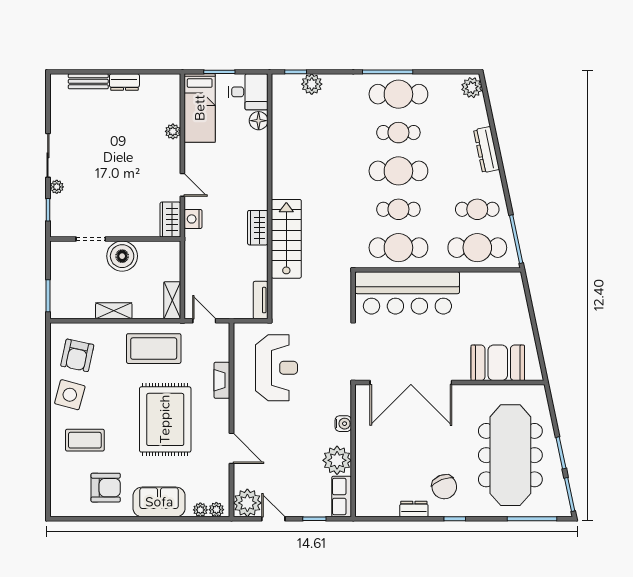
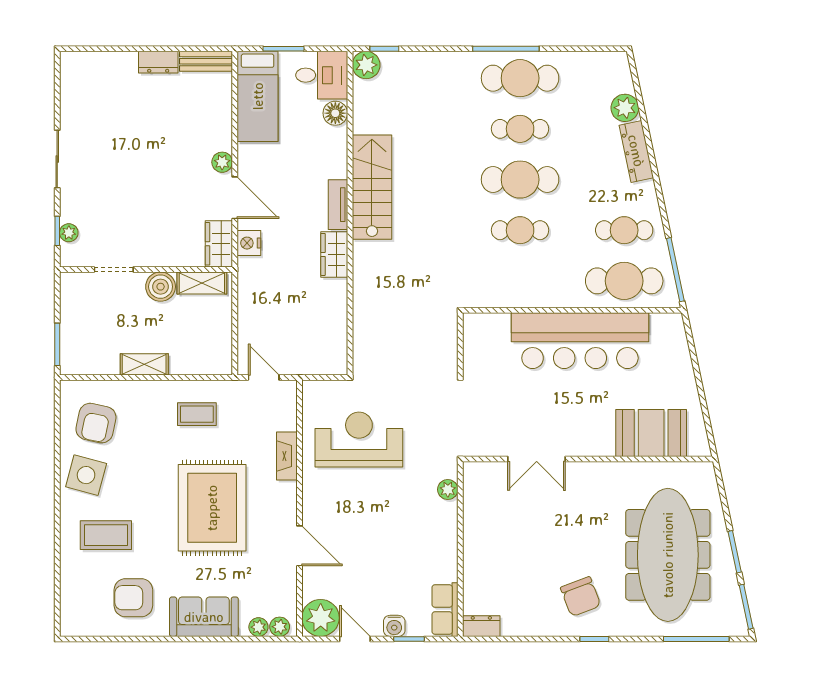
bench: (88, 81) -> (206, 61), moved
plant: (312, 84) -> (366, 65), moved
plant: (472, 88) -> (625, 108), moved
plant: (173, 131) -> (222, 162), moved
door: (182, 185) -> (235, 198), width x1.38
plant: (57, 187) -> (69, 233), moved
stairs: (286, 239) -> (372, 187), moved
cafe table: (398, 248) -> (520, 281), removed
boiler: (122, 256) -> (161, 287), width x0.73, depth x0.73
bar counter: (407, 293) -> (580, 341), moved
shelving: (172, 300) -> (202, 283), moved, turned 90
tv unit: (261, 300) -> (338, 205), moved
coffee table: (154, 349) -> (197, 414), width x0.54, depth x0.58
reception desk: (276, 368) -> (359, 439), turned -90
double door: (411, 383) -> (537, 459), width x0.54
water cooler: (343, 424) -> (394, 626), moved, turned 90
plant: (337, 460) -> (448, 490), moved, width x0.53, depth x0.53
armchair: (106, 488) -> (133, 598), turned 180
dresser: (414, 509) -> (481, 626), moved

